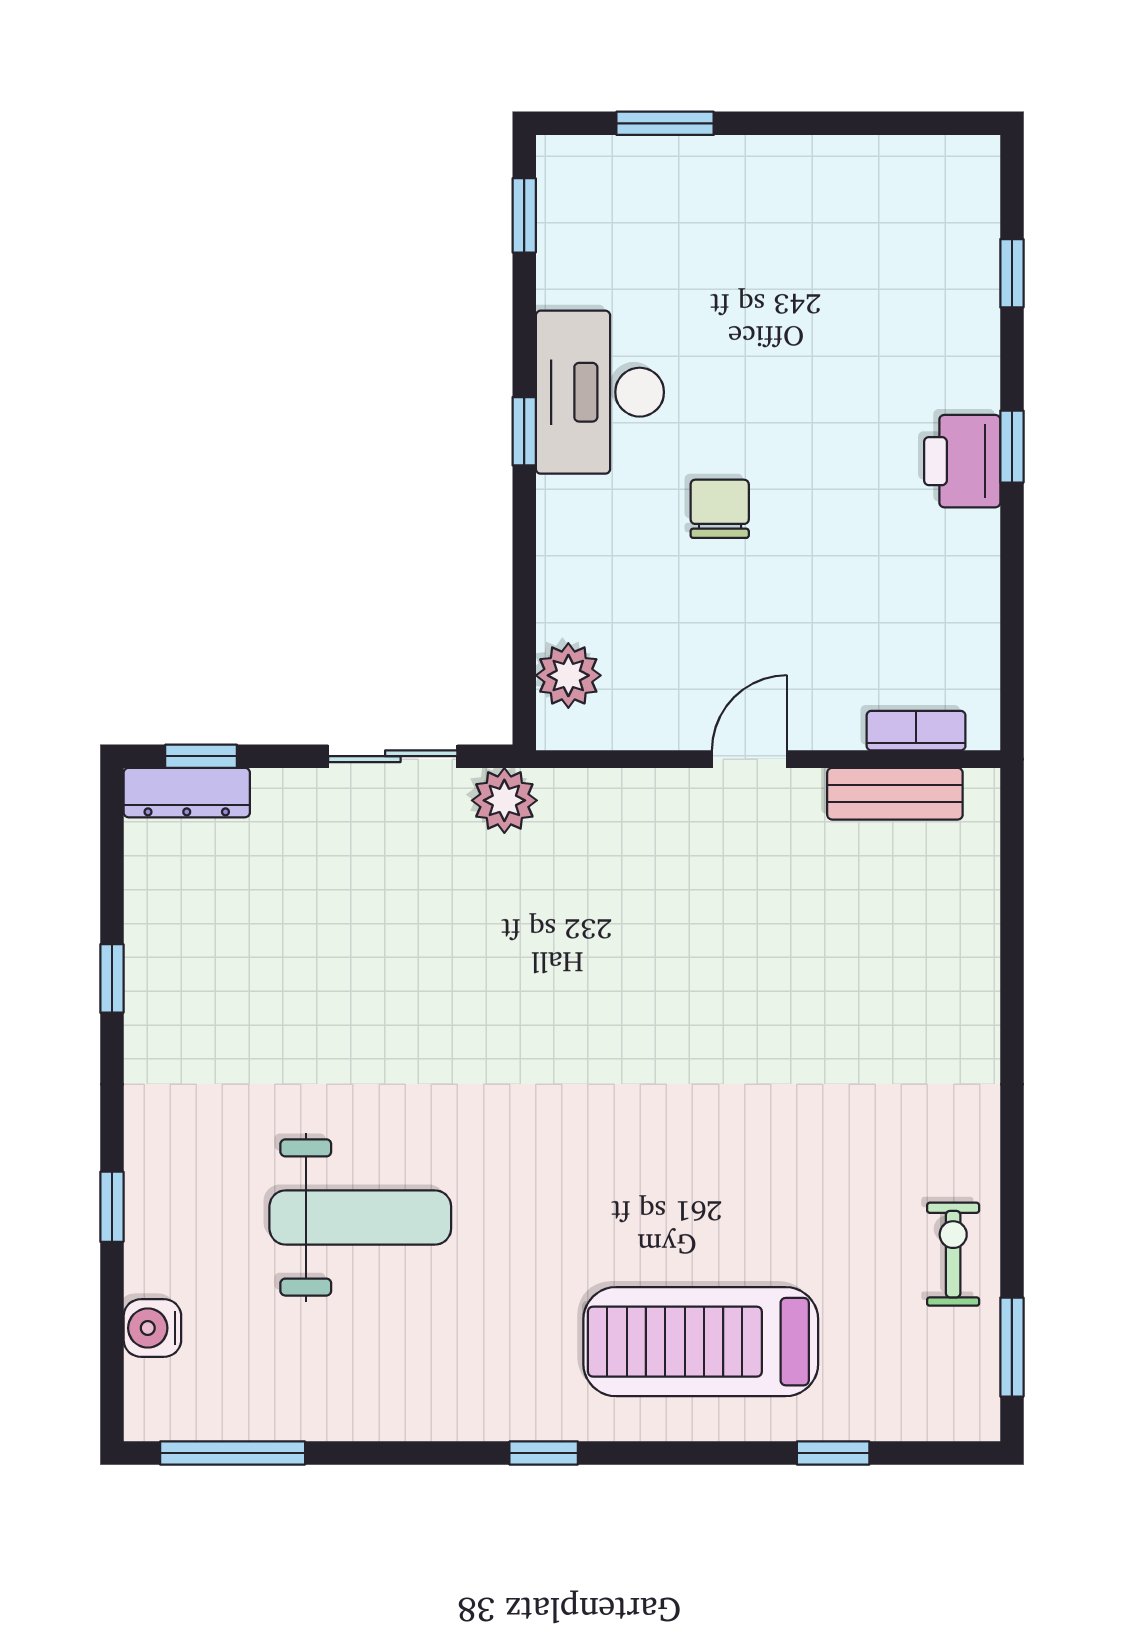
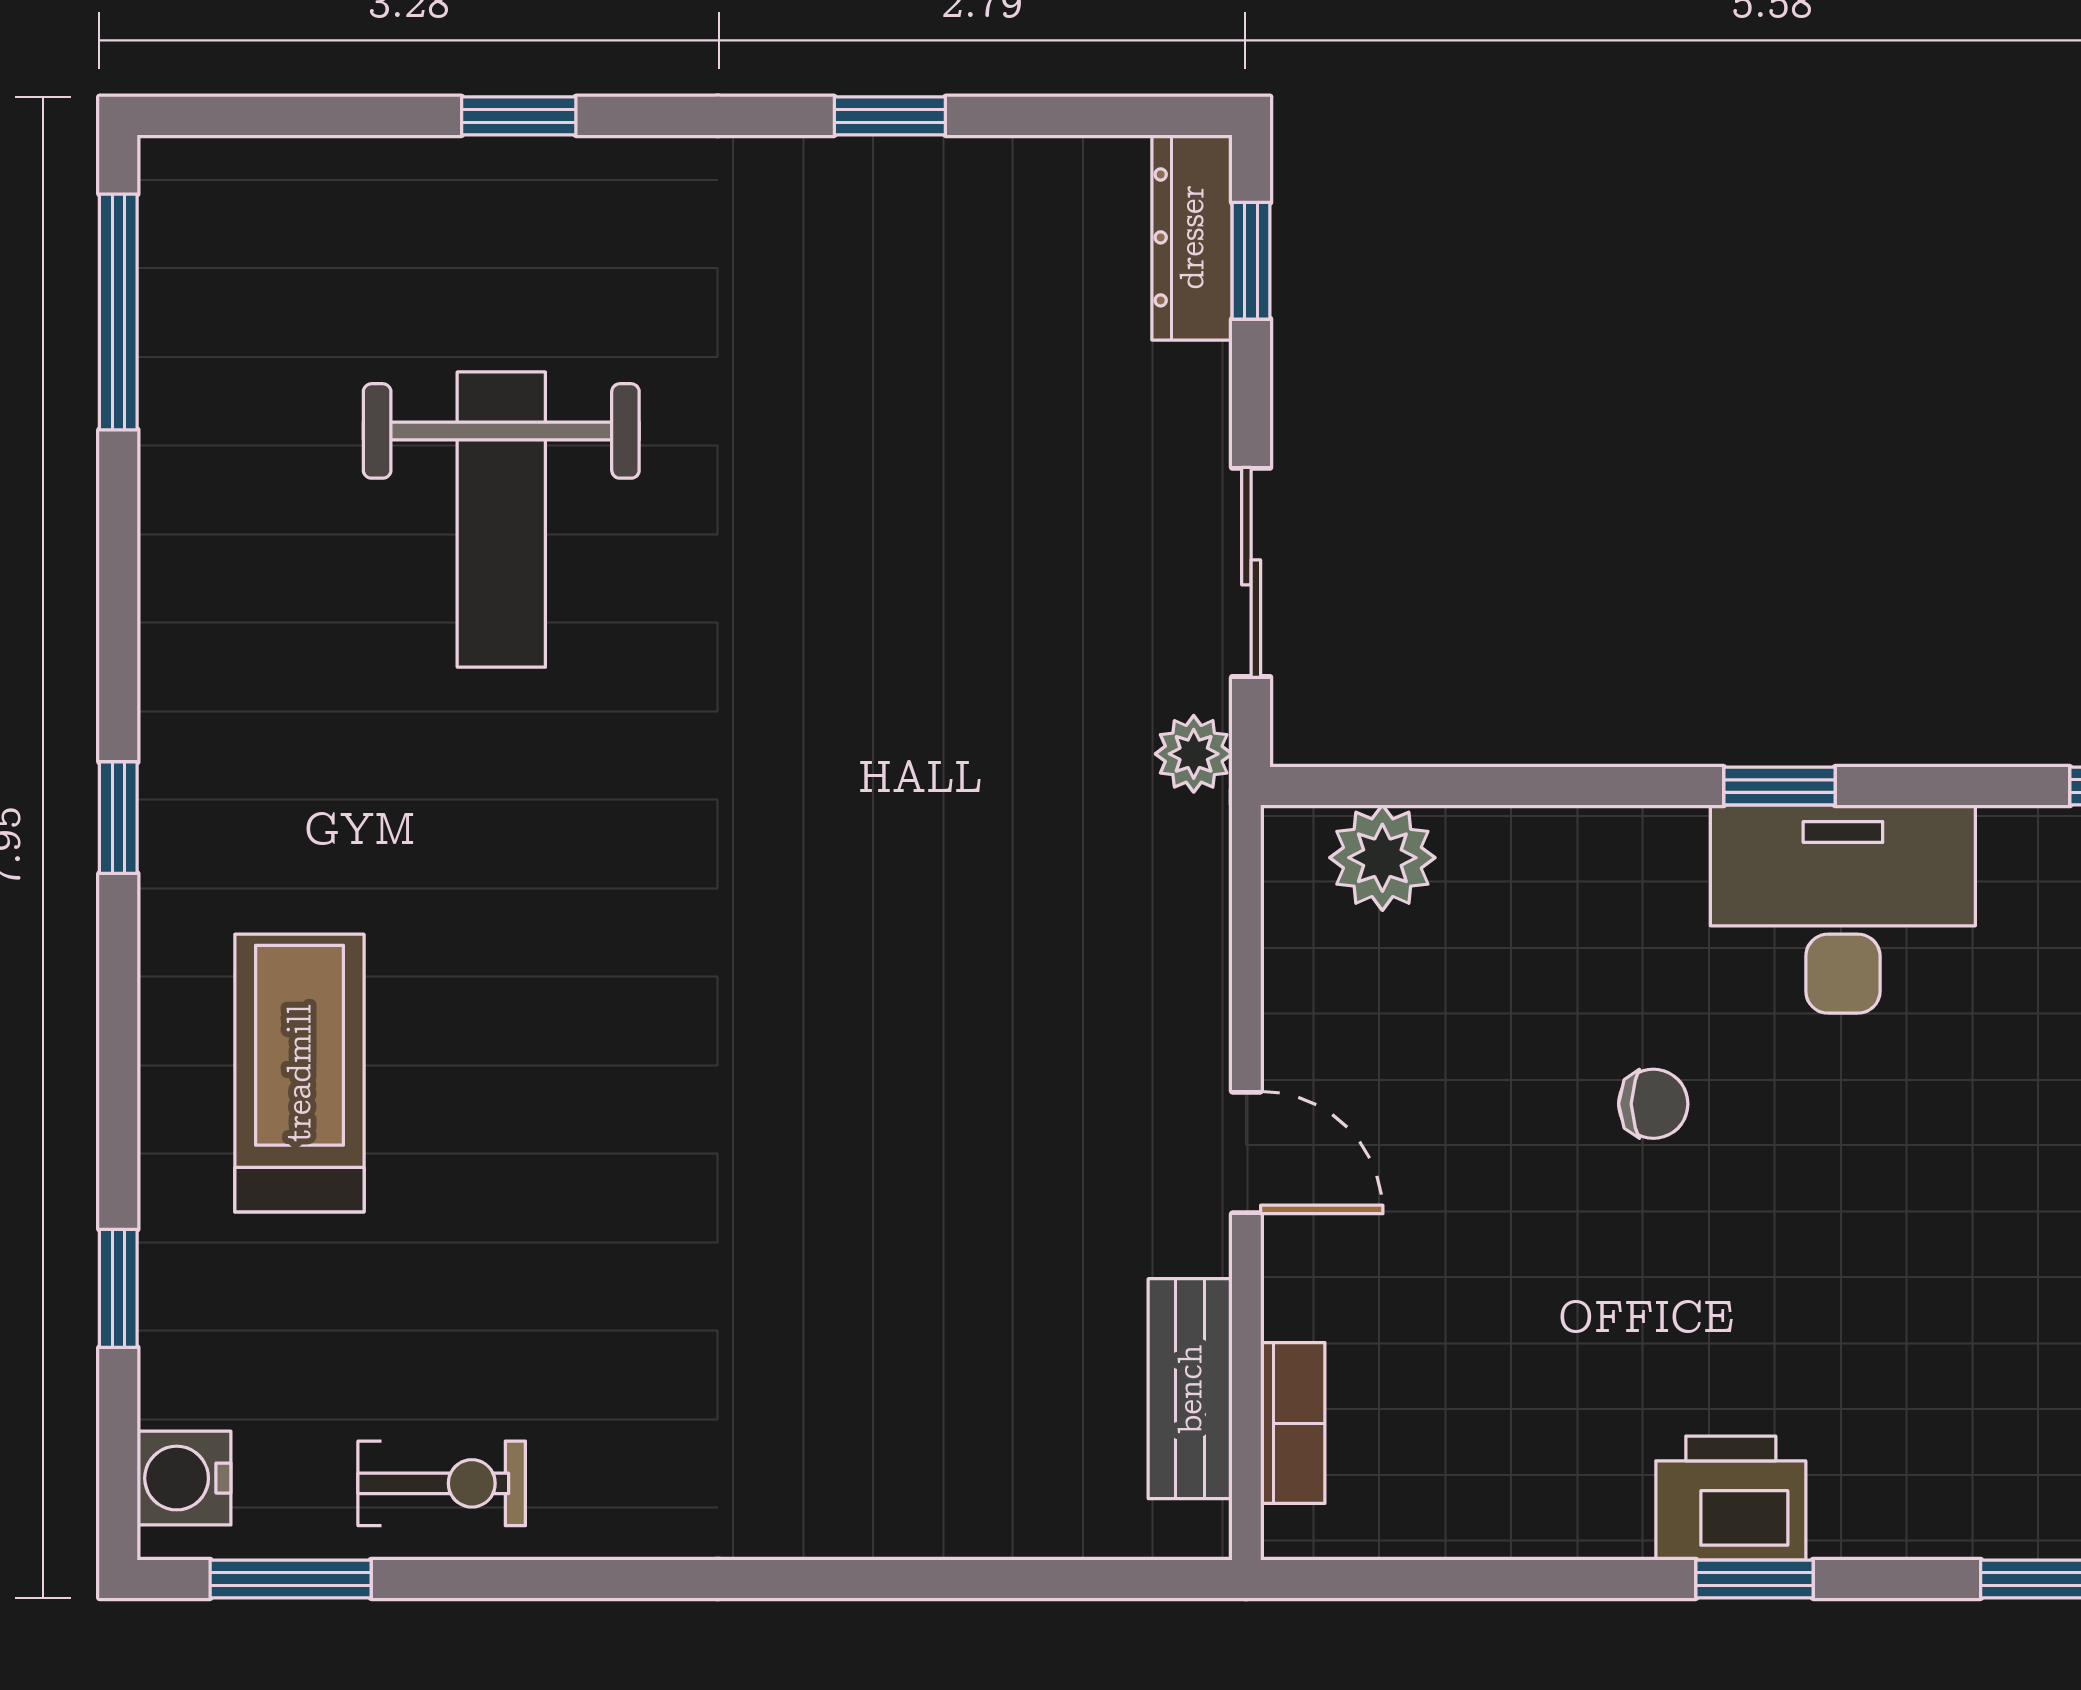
chair: (720, 509) -> (1653, 1104), width x0.73, depth x0.73
plant: (504, 800) -> (1194, 754), width x0.73, depth x0.73
water cooler: (152, 1328) -> (184, 1478), moved, turned -90
treadmill: (701, 1342) -> (299, 1073), width x0.73, depth x0.73

